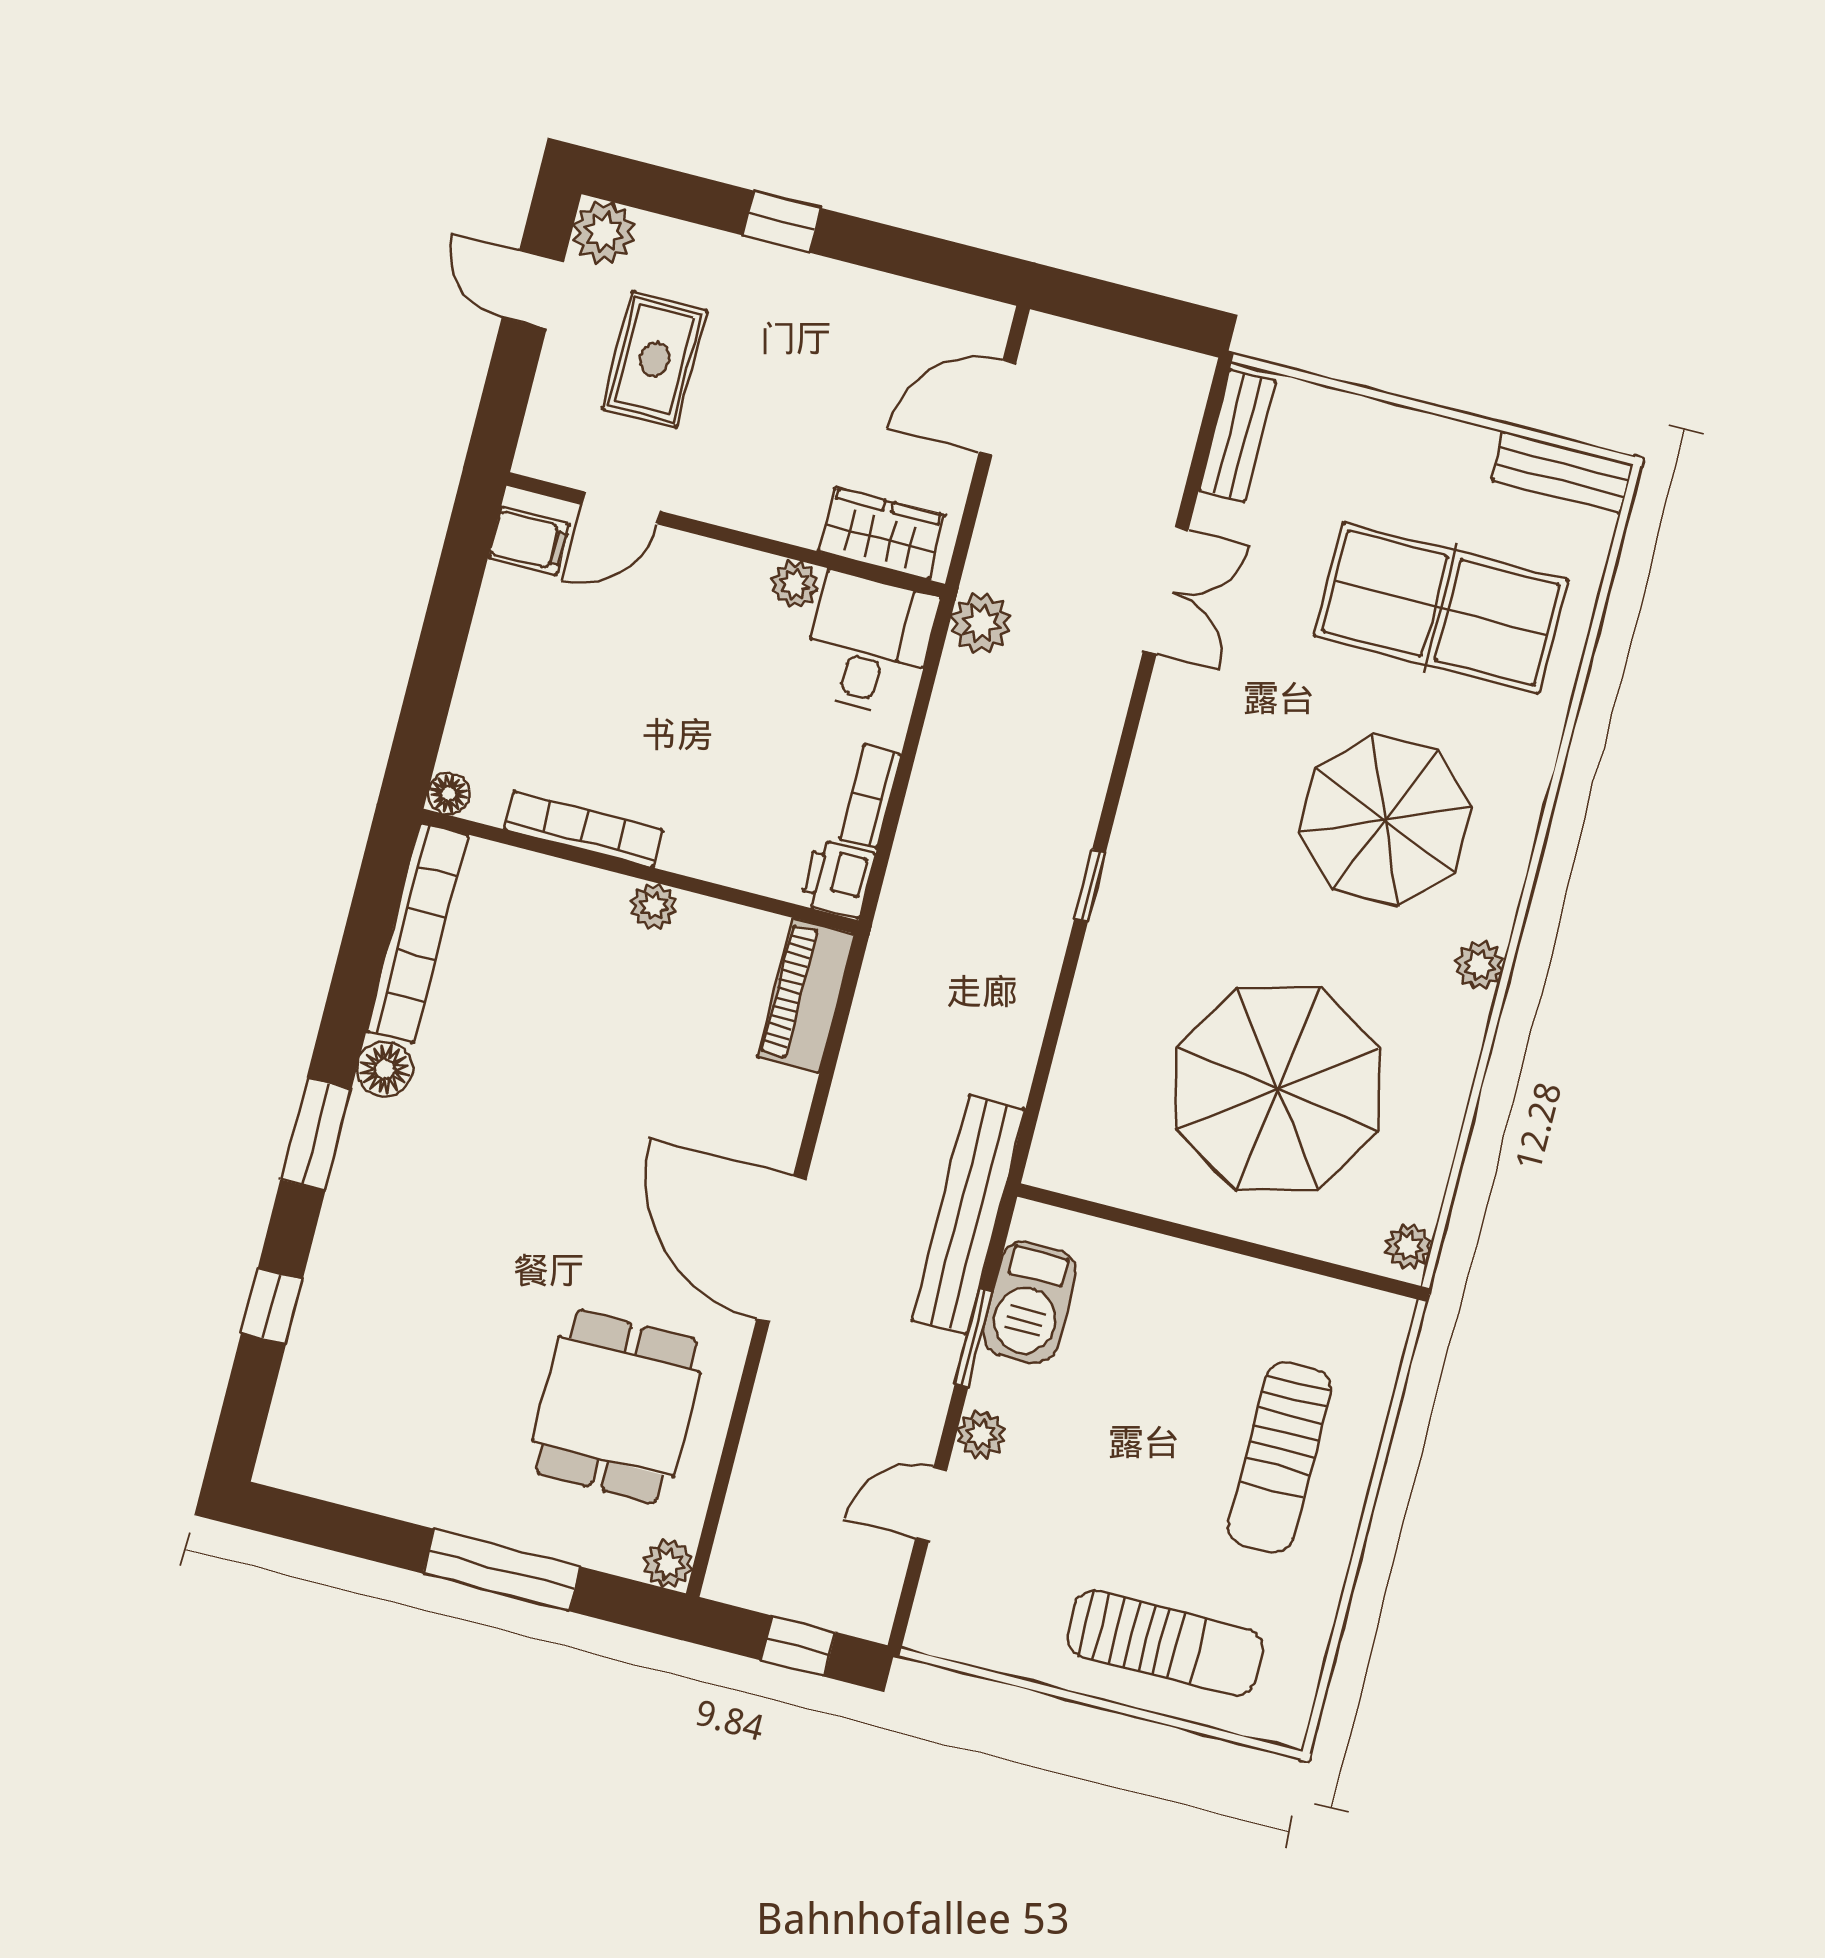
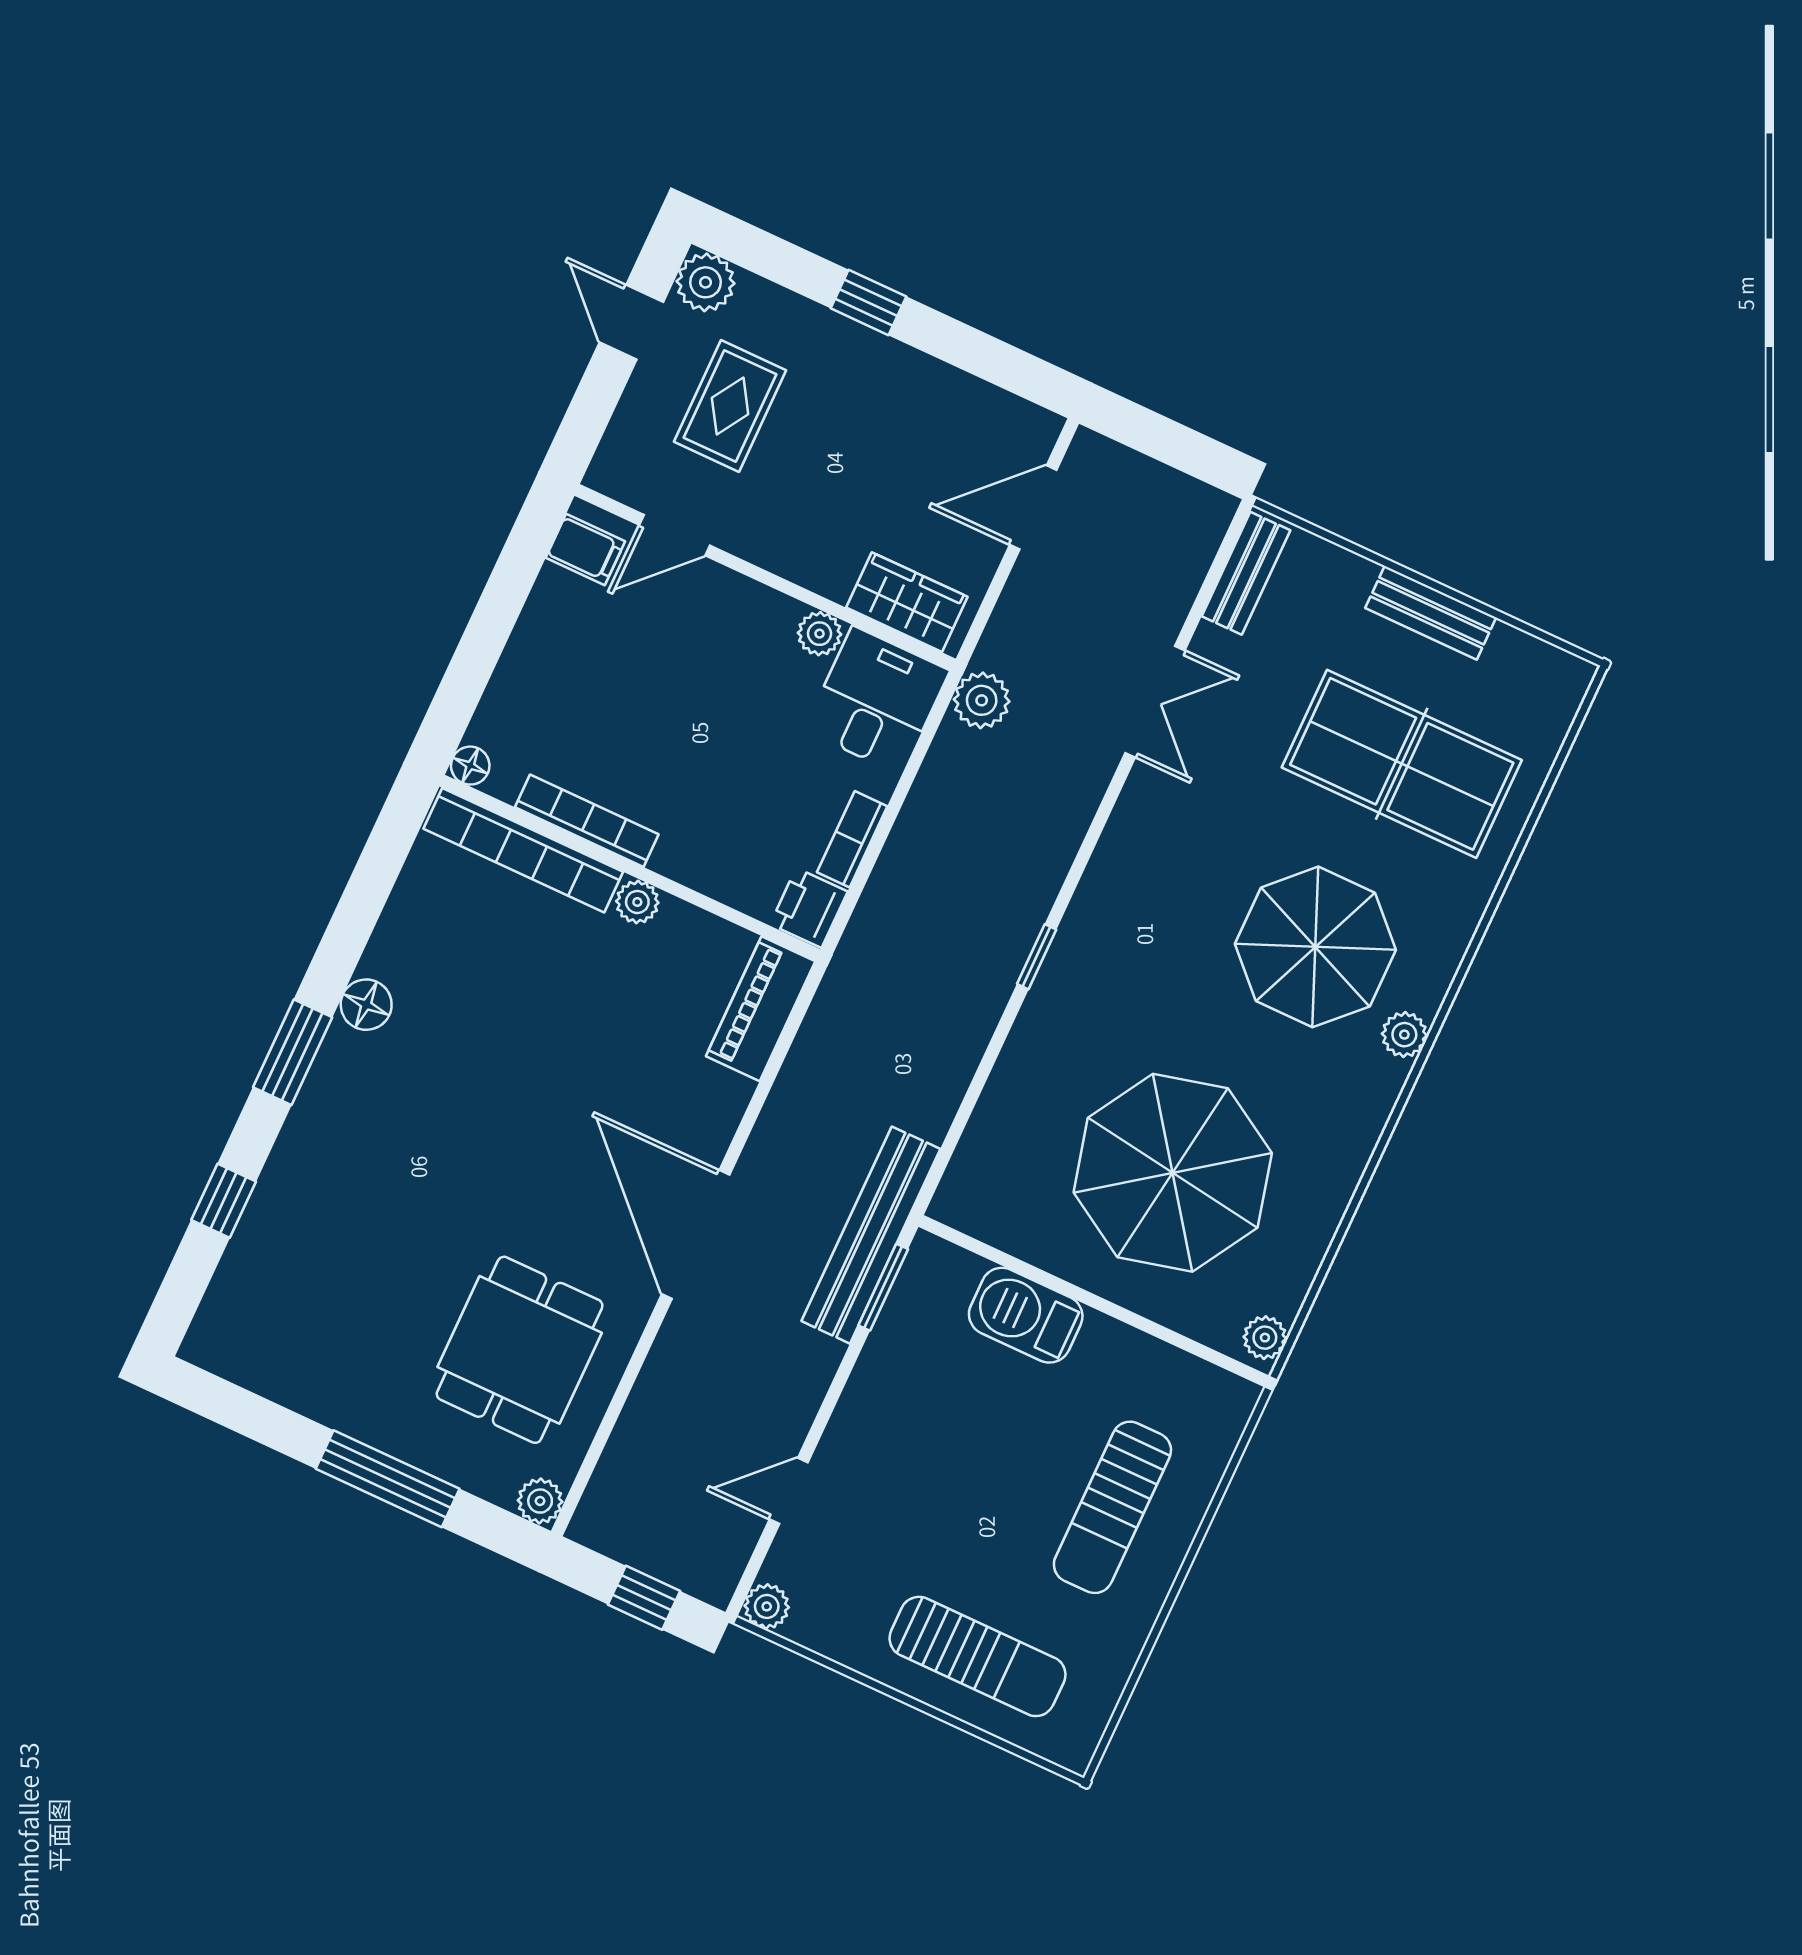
bench: (1563, 472) -> (1431, 613), moved
bookcase: (417, 933) -> (523, 850), moved, turned 90
plant: (1479, 965) -> (1404, 1035), moved
barbecue: (1029, 1302) -> (1026, 1315), moved, turned 90
window: (974, 1338) -> (883, 1287), moved
plant: (981, 1435) -> (767, 1606), moved

